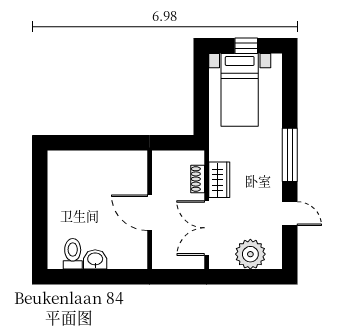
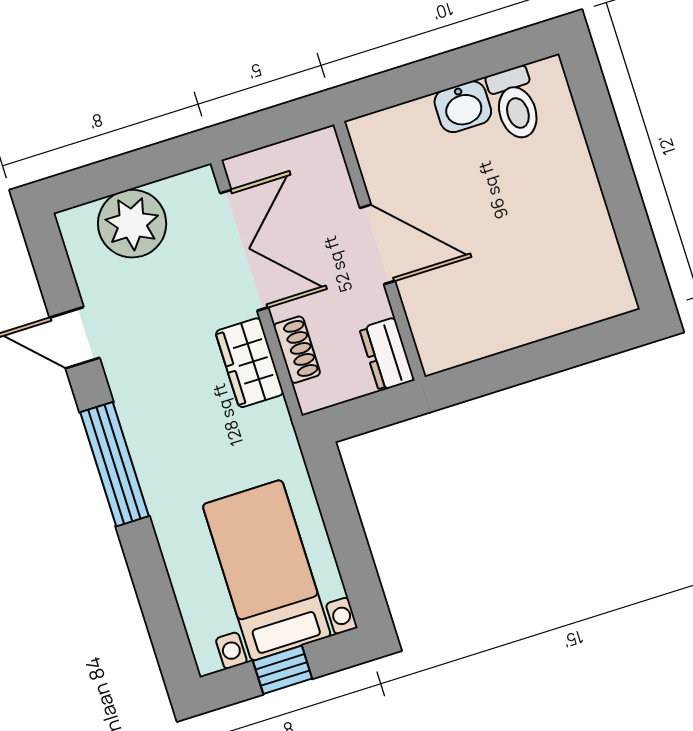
dresser: (160, 165) -> (387, 354), added

